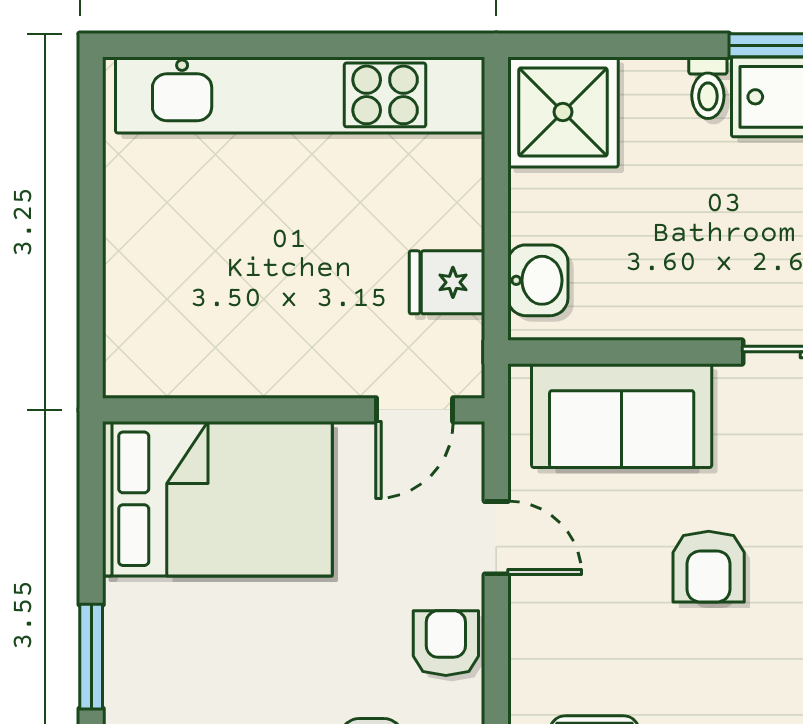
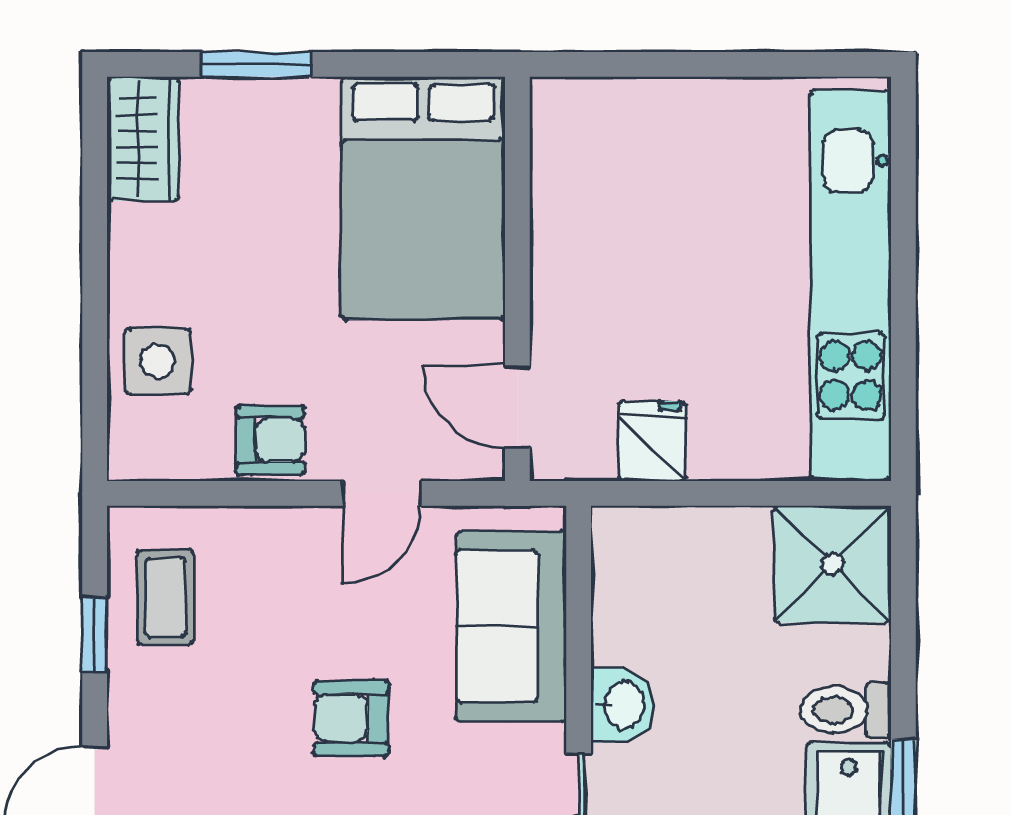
toilet: (708, 88) -> (846, 710), width x1.37, depth x1.39
washbasin: (538, 280) -> (623, 705), moved, turned -90

